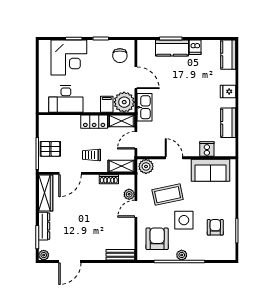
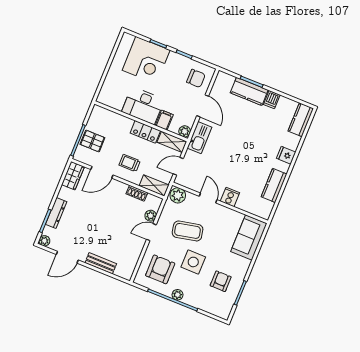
chair: (120, 56) -> (196, 78), turned -90
desk: (66, 99) -> (143, 106), moved
plant: (124, 102) -> (185, 131), width x0.53, depth x0.53
cooker: (207, 149) -> (230, 197), moved
sofa: (210, 170) -> (249, 238), moved, turned 90
wardrobe: (46, 193) -> (73, 176), width x0.67
bench: (120, 255) -> (101, 263), moved

